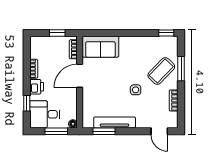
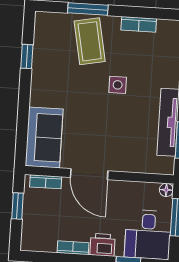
window: (166, 33) -> (27, 56), moved
coffee table: (161, 71) -> (90, 41), turned 35

